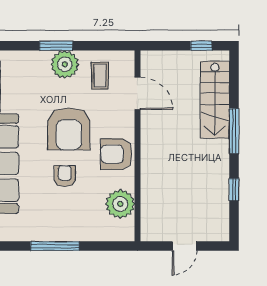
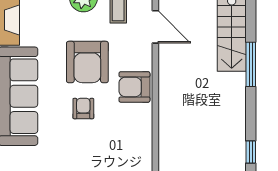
window: (234, 189) -> (251, 152), moved
plant: (120, 204) -> (138, 136), removed

